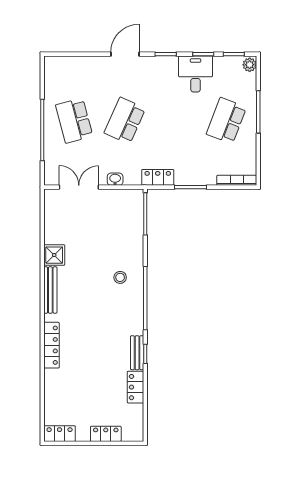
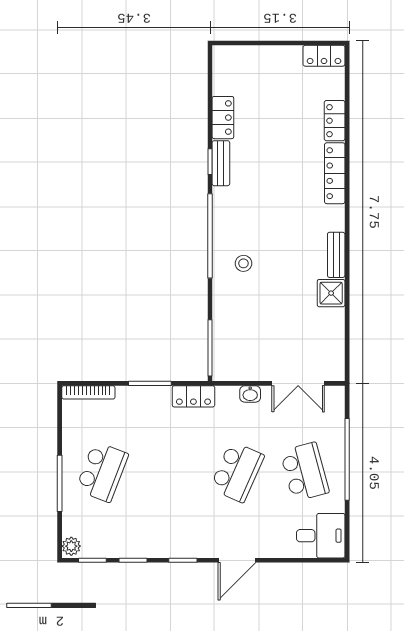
desk: (196, 74) -> (321, 536), moved, turned -90
bench: (50, 290) -> (336, 255), width x0.73
locker: (106, 434) -> (335, 121), moved, turned 90

